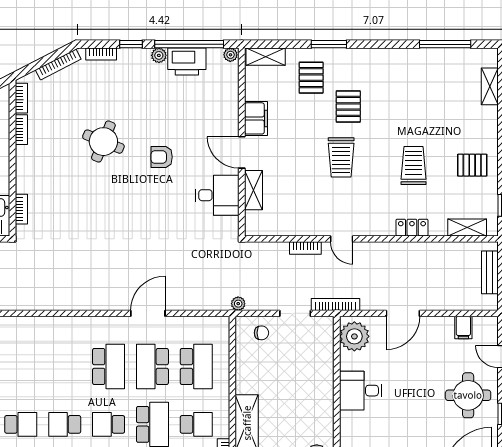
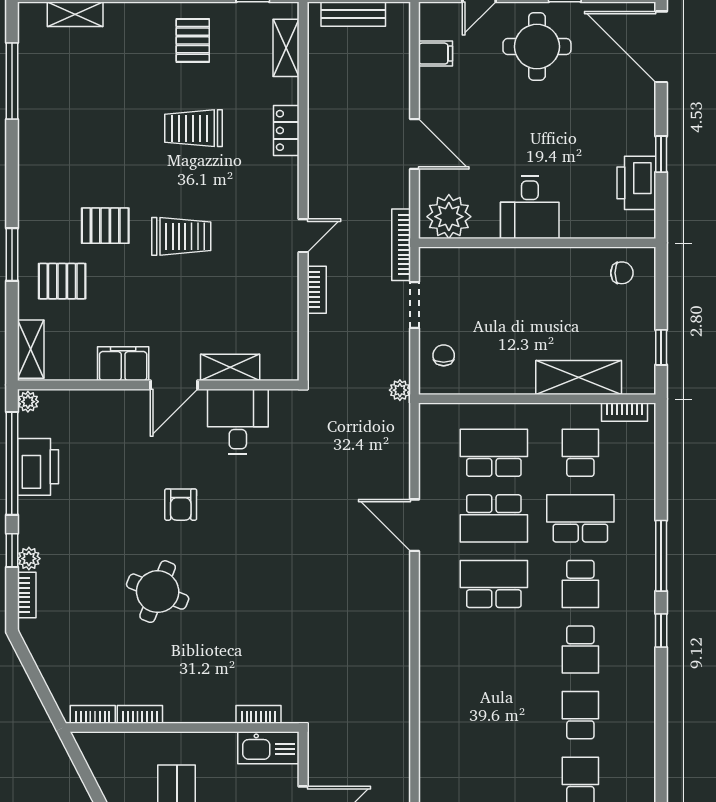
plant: (159, 55) -> (29, 559), moved
bookcase: (58, 64) -> (42, 659), removed

